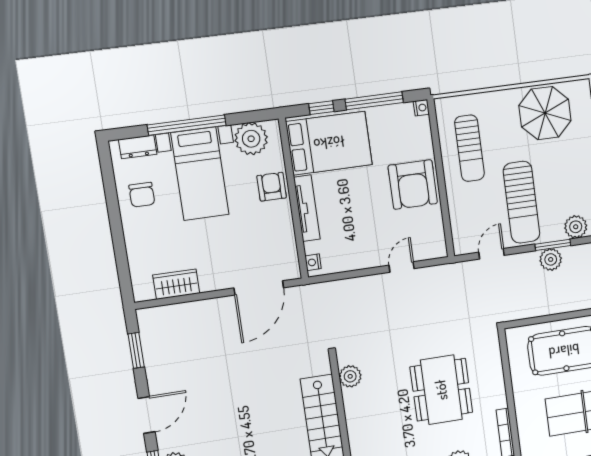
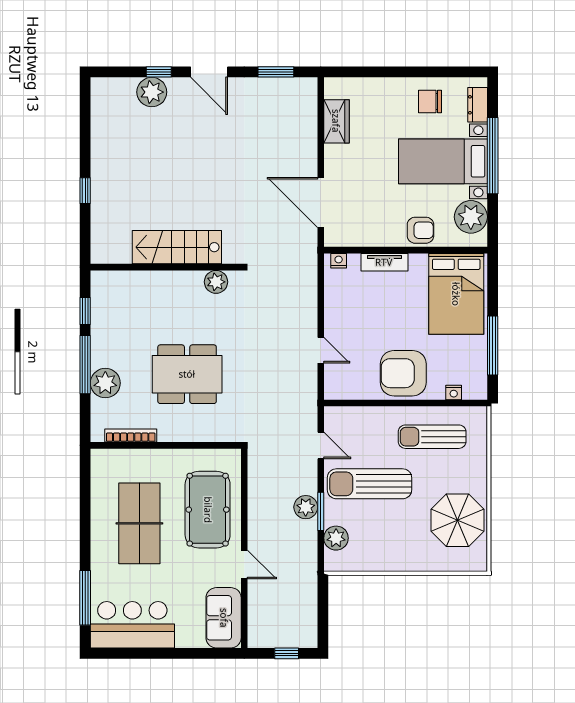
window: (321, 108) -> (493, 291), removed
nightstand: (421, 108) -> (454, 392), moved
tv unit: (307, 208) -> (384, 262), width x0.71

